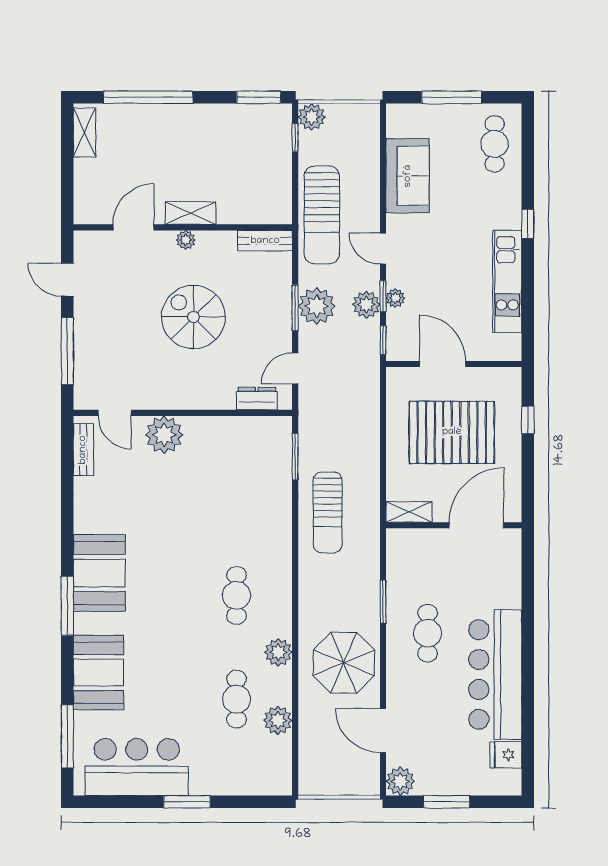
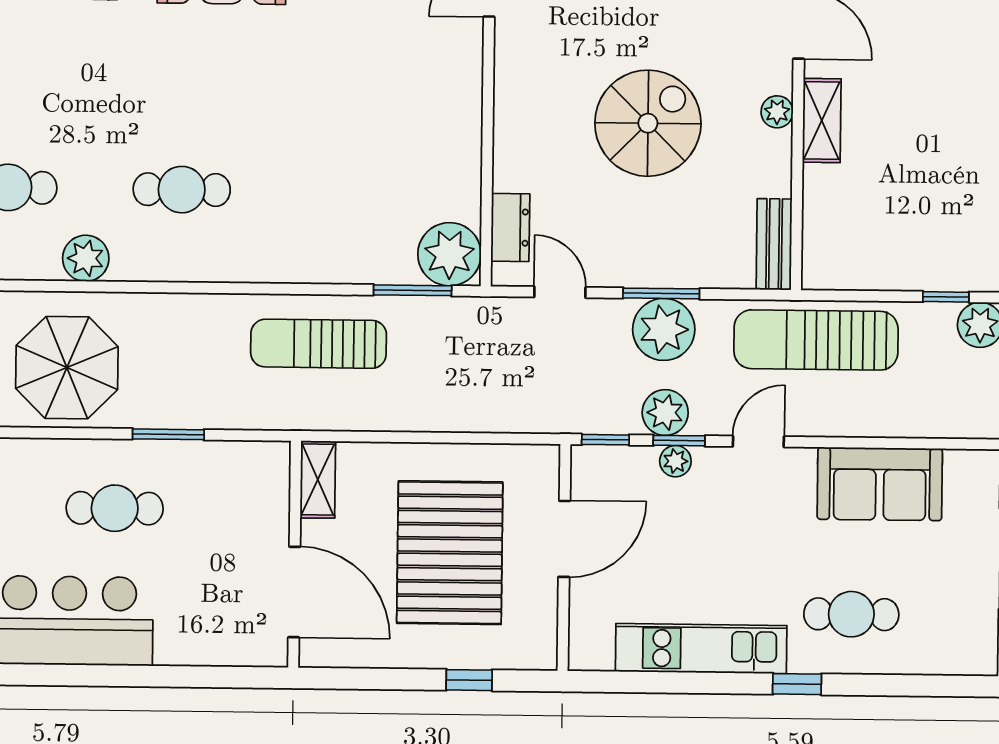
cafe table: (495, 144) -> (851, 614), moved
plant: (164, 435) -> (449, 254), moved

